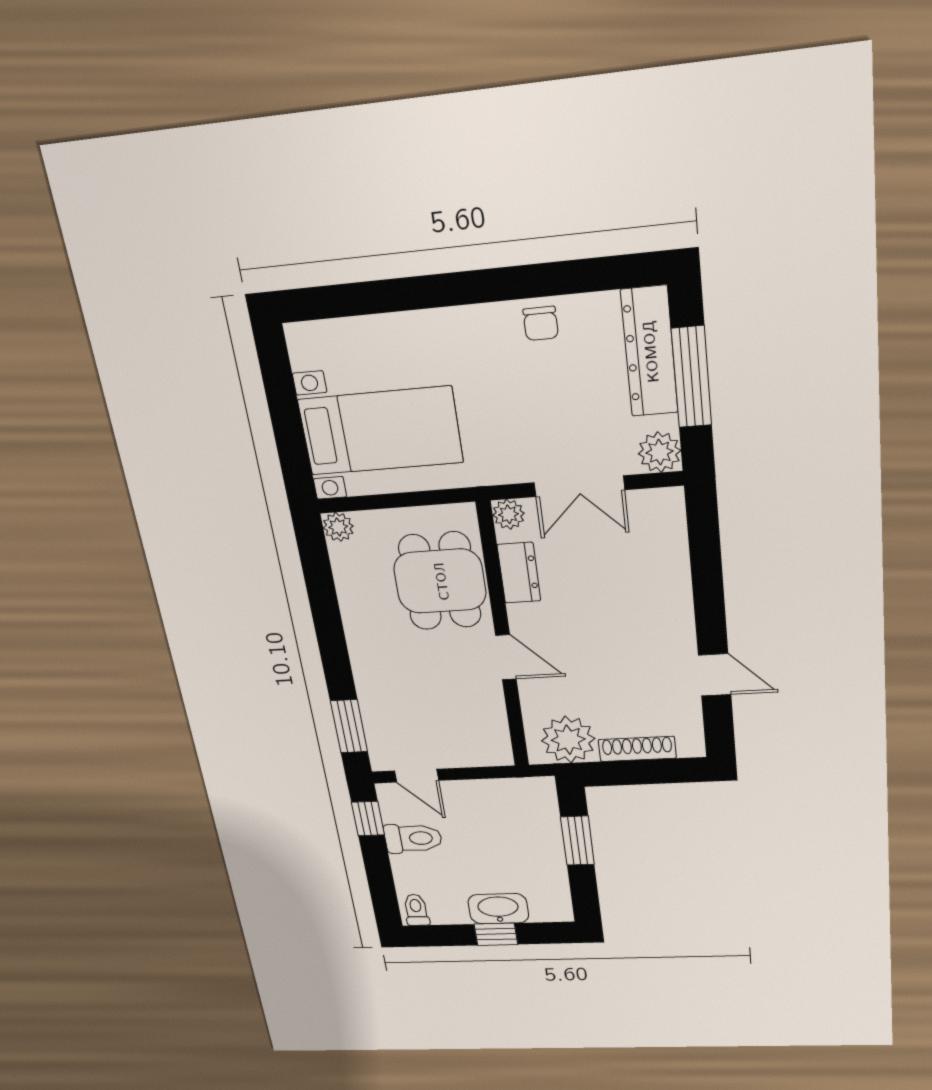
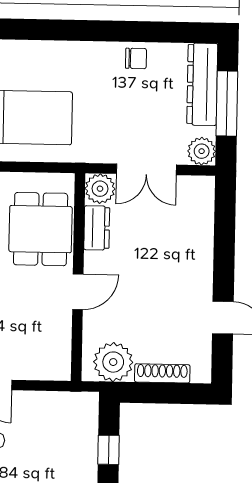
chair: (541, 323) -> (136, 58), turned -90
plant: (508, 514) -> (100, 189), width x1.38, depth x1.38
door: (506, 657) -> (78, 292), hinge flipped
window: (577, 841) -> (109, 450), width x0.67

